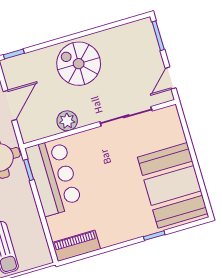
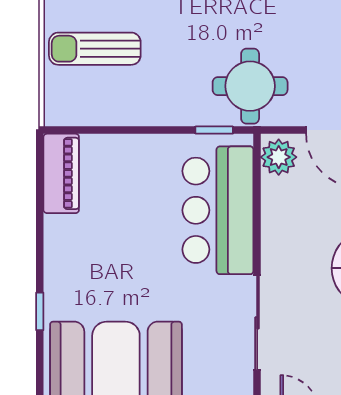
plant: (67, 121) -> (279, 157), moved
bar counter: (54, 177) -> (218, 210), moved, turned 90

